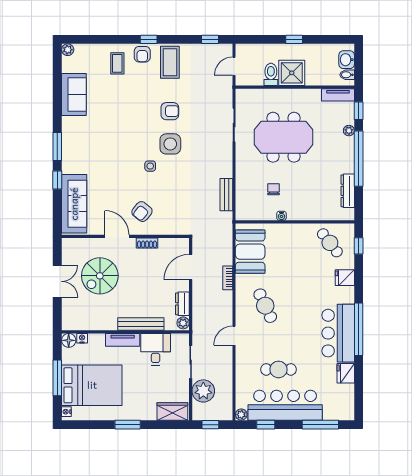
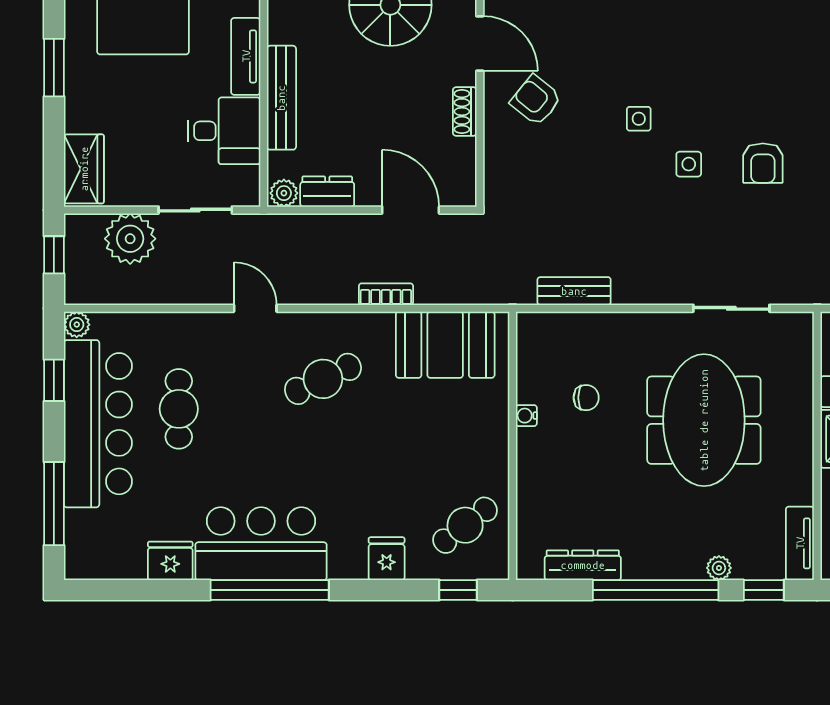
side table: (170, 144) -> (689, 164), width x0.54, depth x0.54
door: (117, 236) -> (480, 43), hinge flipped

